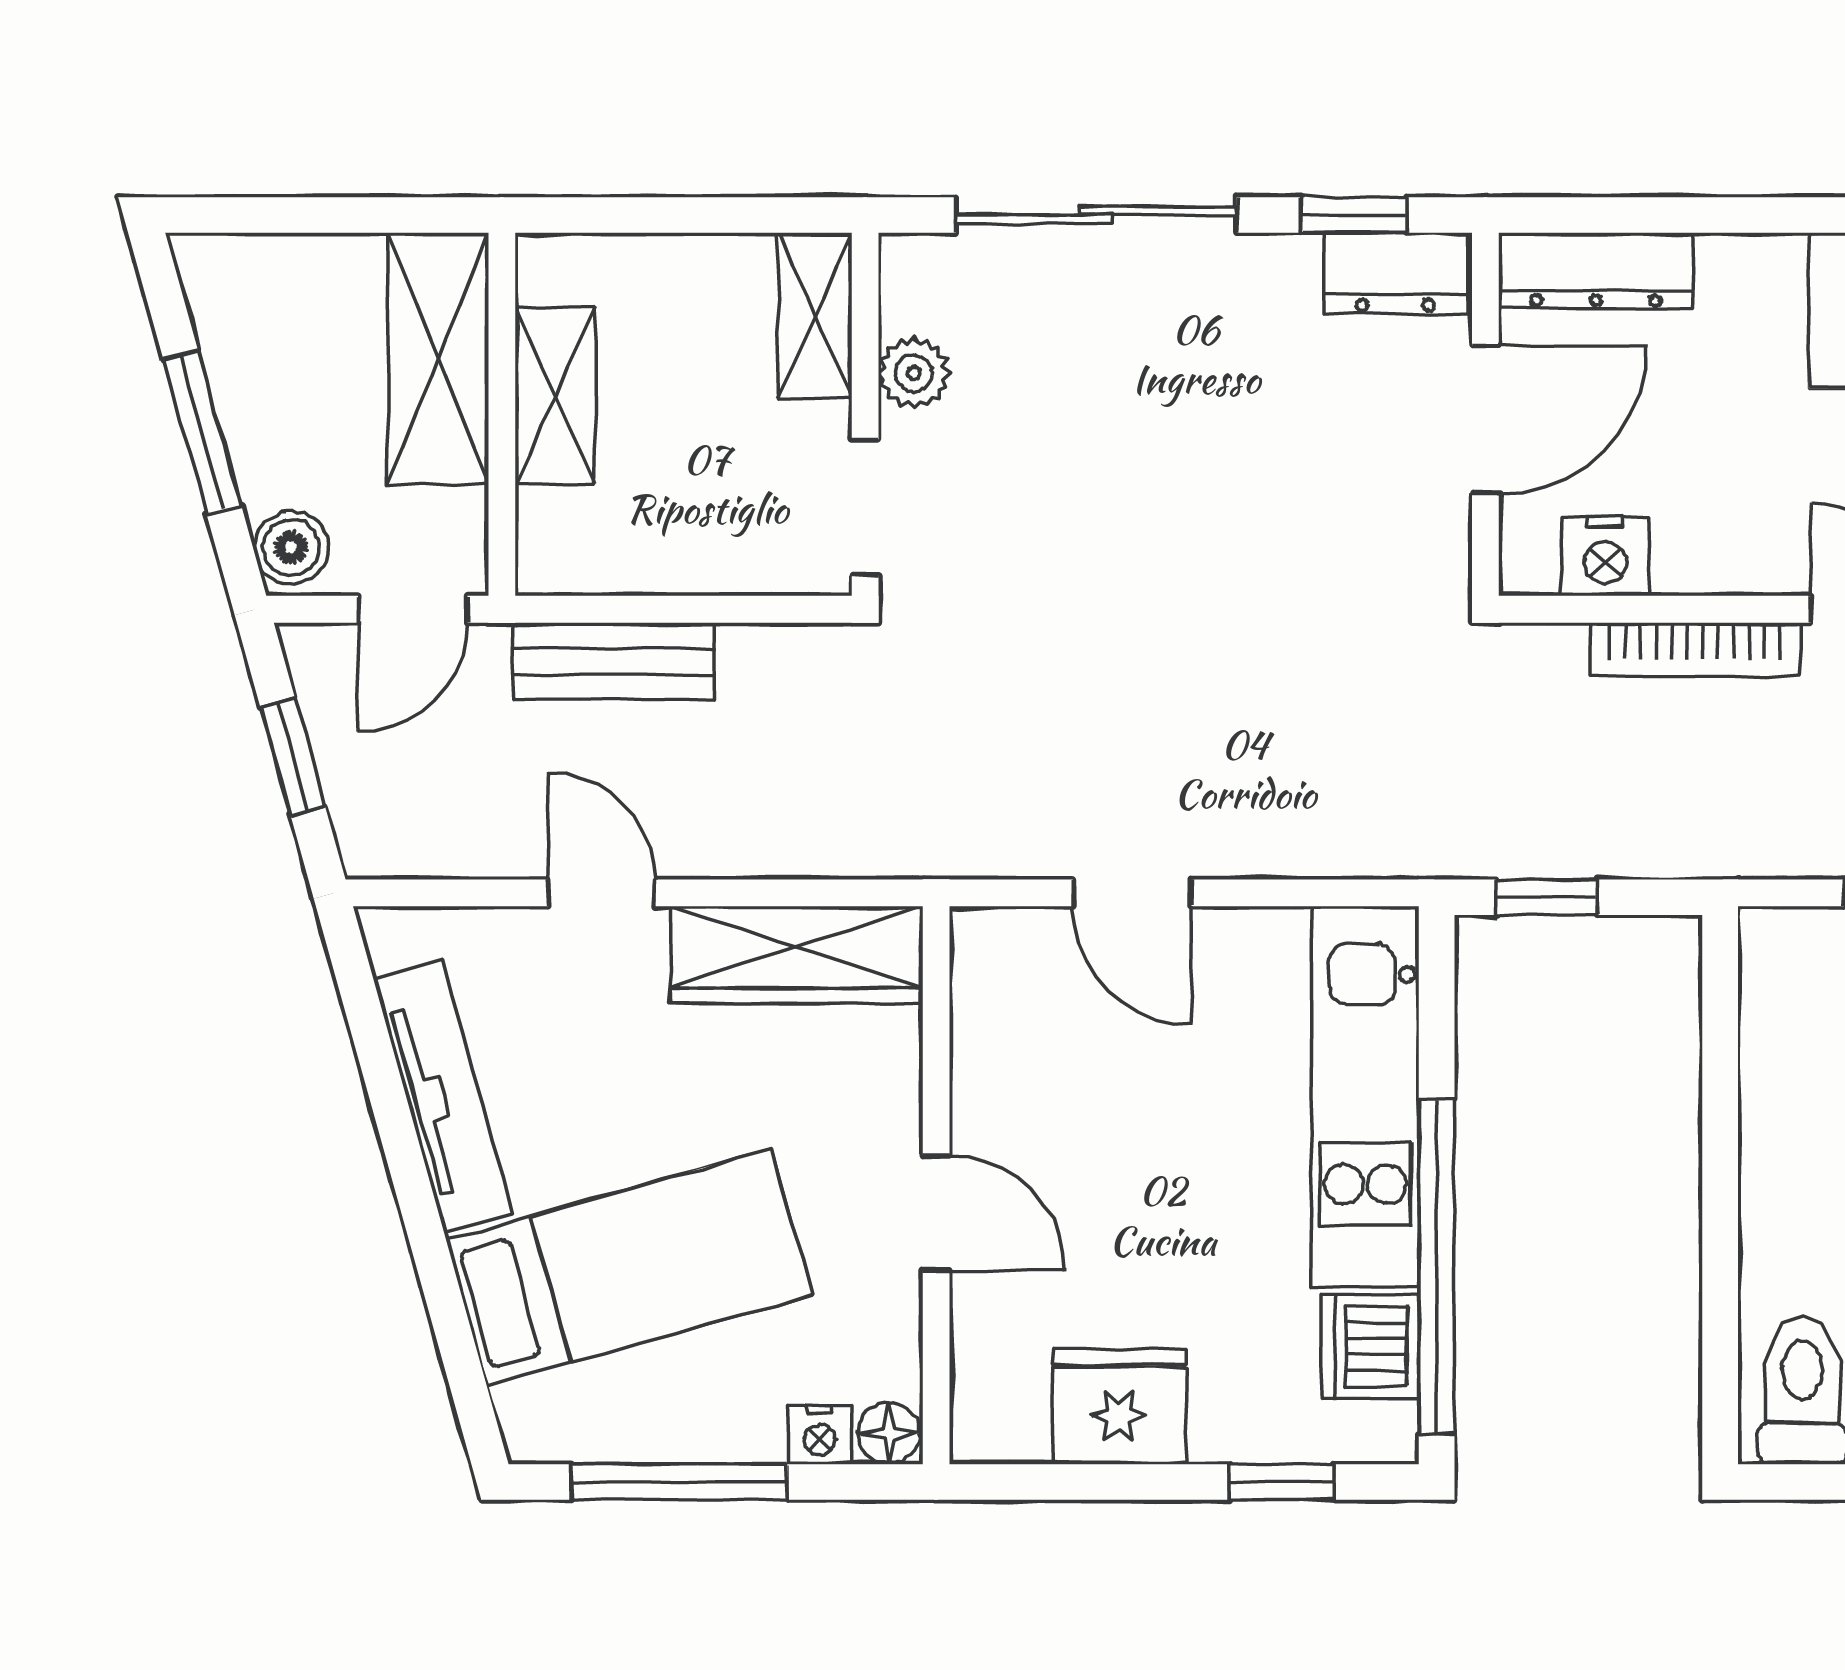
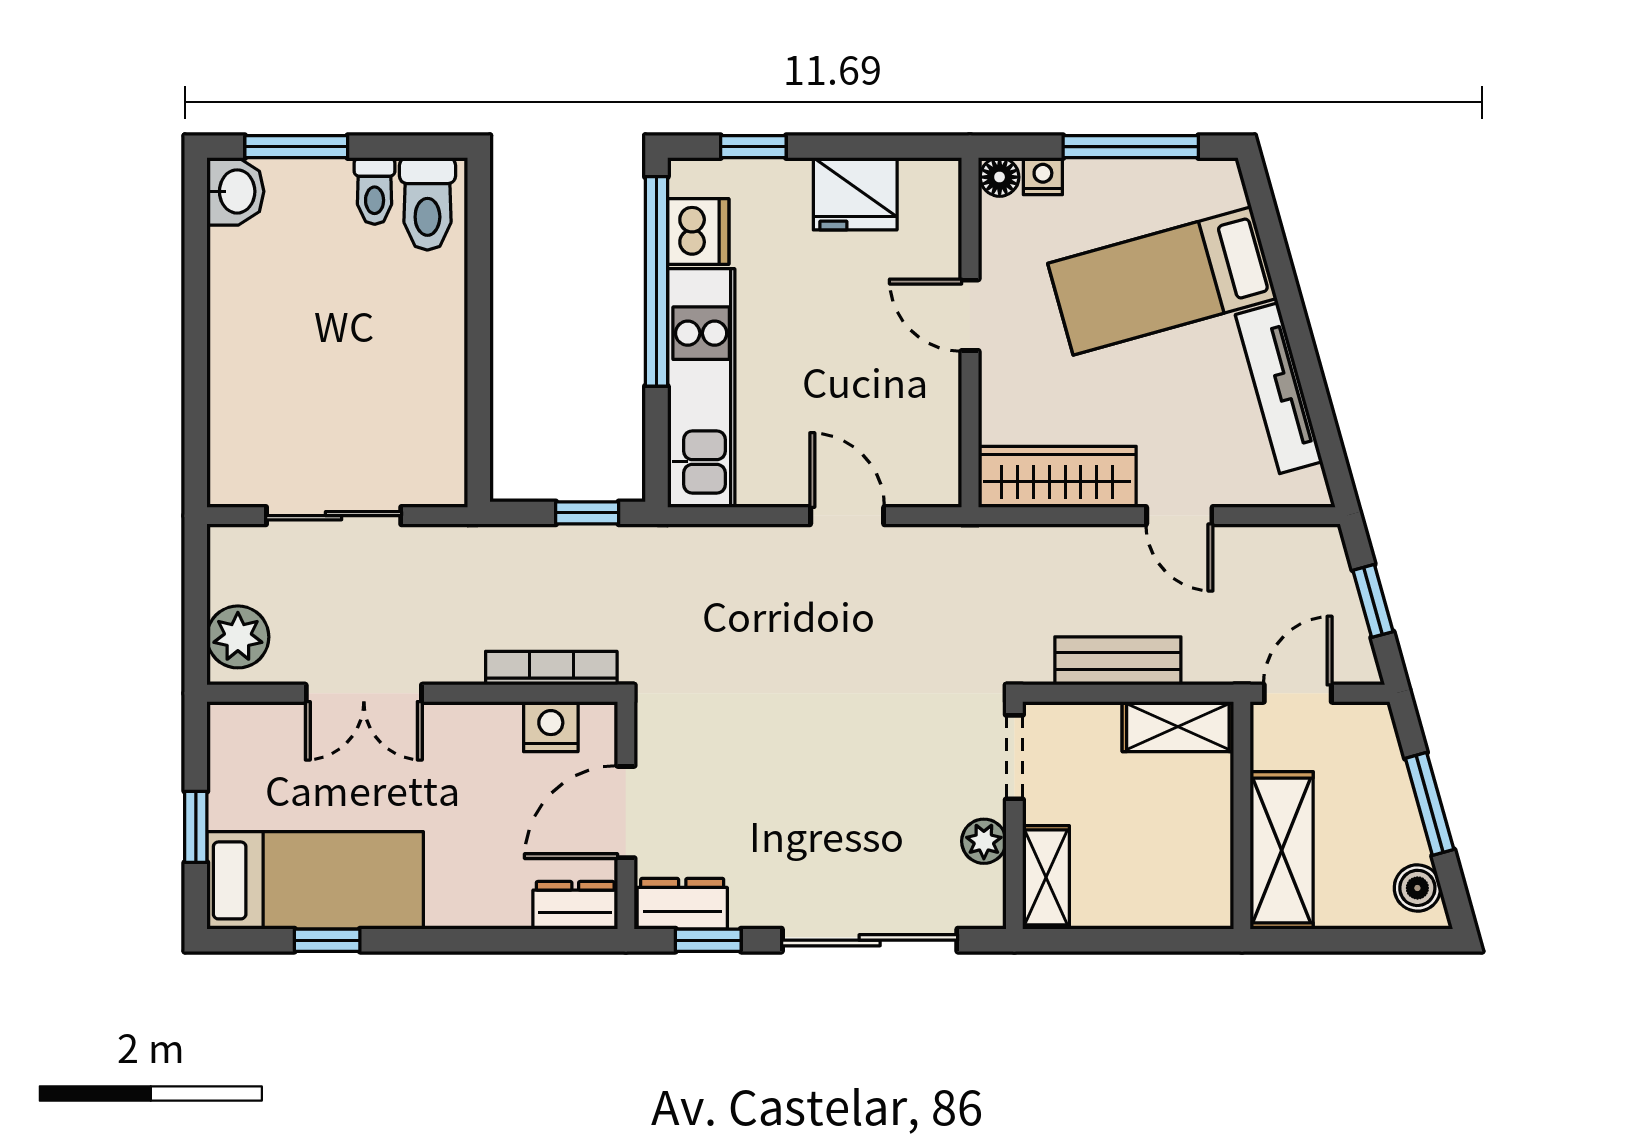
dresser: (1596, 271) -> (575, 905), width x0.70
shelving: (555, 396) -> (1178, 727), moved, turned 90
boiler: (291, 547) -> (1417, 888), moved
bookcase: (1695, 649) -> (551, 668), moved
bench: (614, 661) -> (1118, 661), moved

